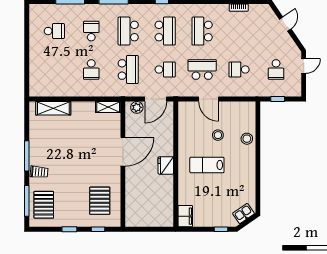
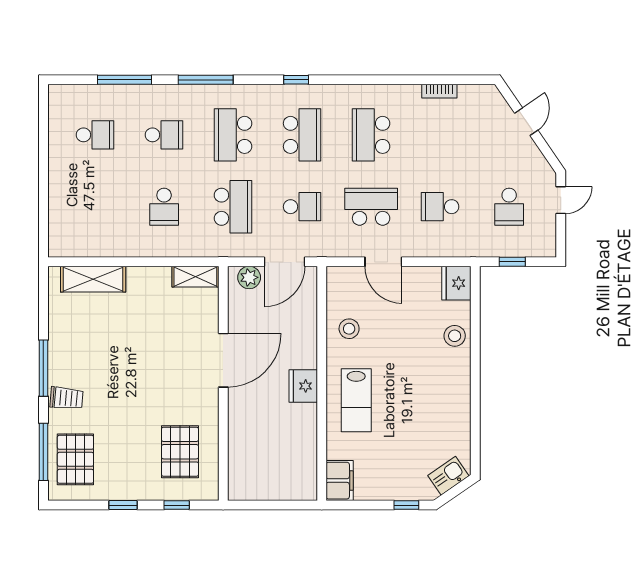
school desk: (91, 31) -> (164, 135), turned 90
fridge: (248, 110) -> (456, 283), added
stool: (218, 135) -> (349, 329), moved
lab bench: (207, 165) -> (356, 400), moved, turned -90

